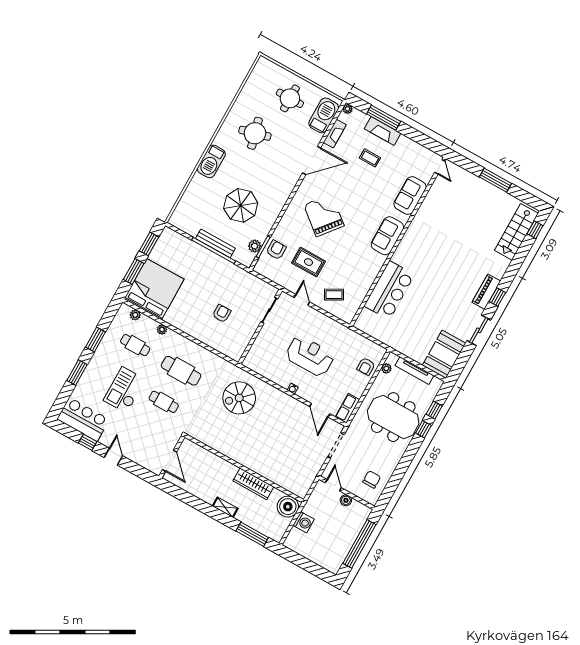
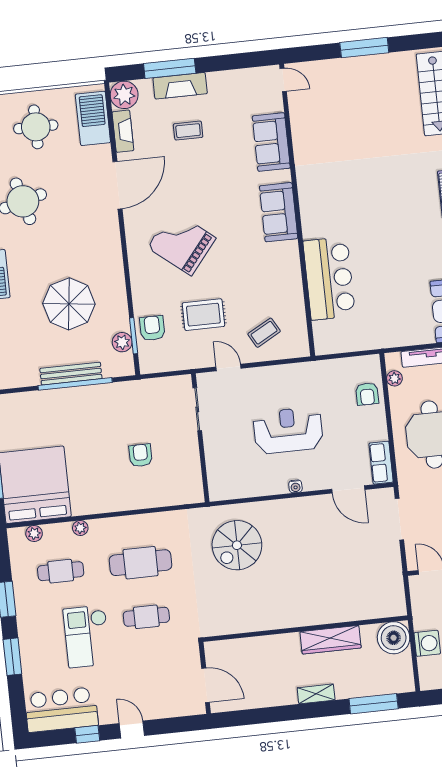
plant: (348, 109) -> (124, 95), width x1.87, depth x1.87

